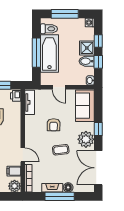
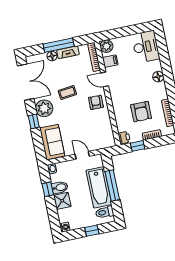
window: (65, 14) -> (92, 231), width x0.46
window: (98, 41) -> (52, 210), removed
tv unit: (30, 102) -> (109, 134), removed
armchair: (54, 125) -> (96, 102), moved

